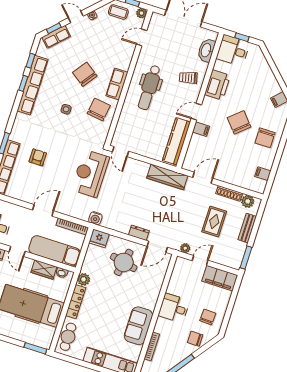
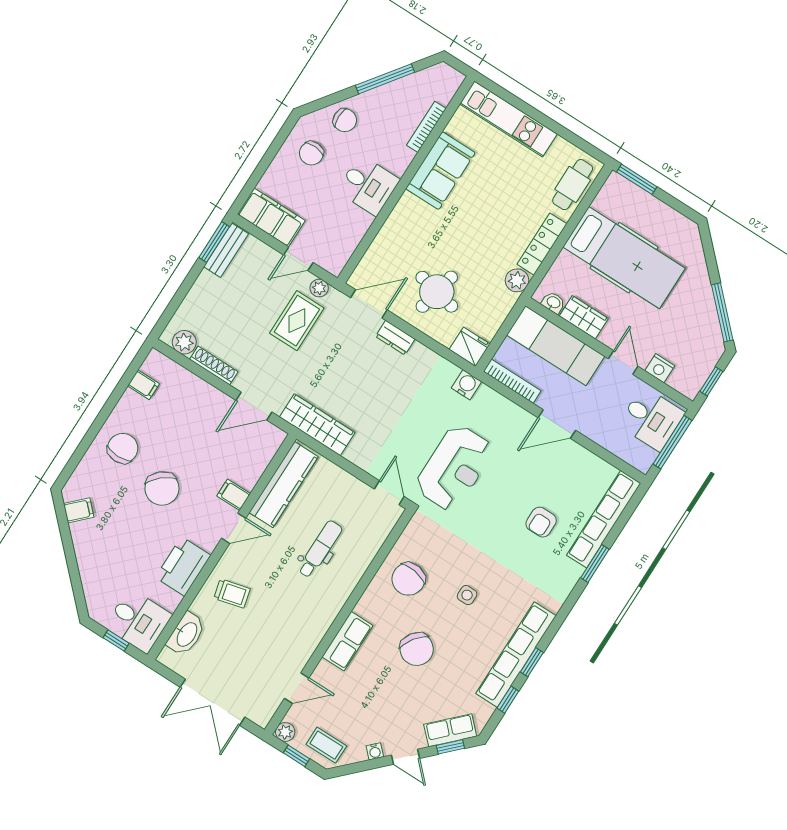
row of seats: (117, 84) -> (347, 641), moved
dental chair: (149, 87) -> (320, 549), moved, width x0.73, depth x0.72
rug: (214, 222) -> (297, 321), moved
bench: (247, 228) -> (226, 250), moved

